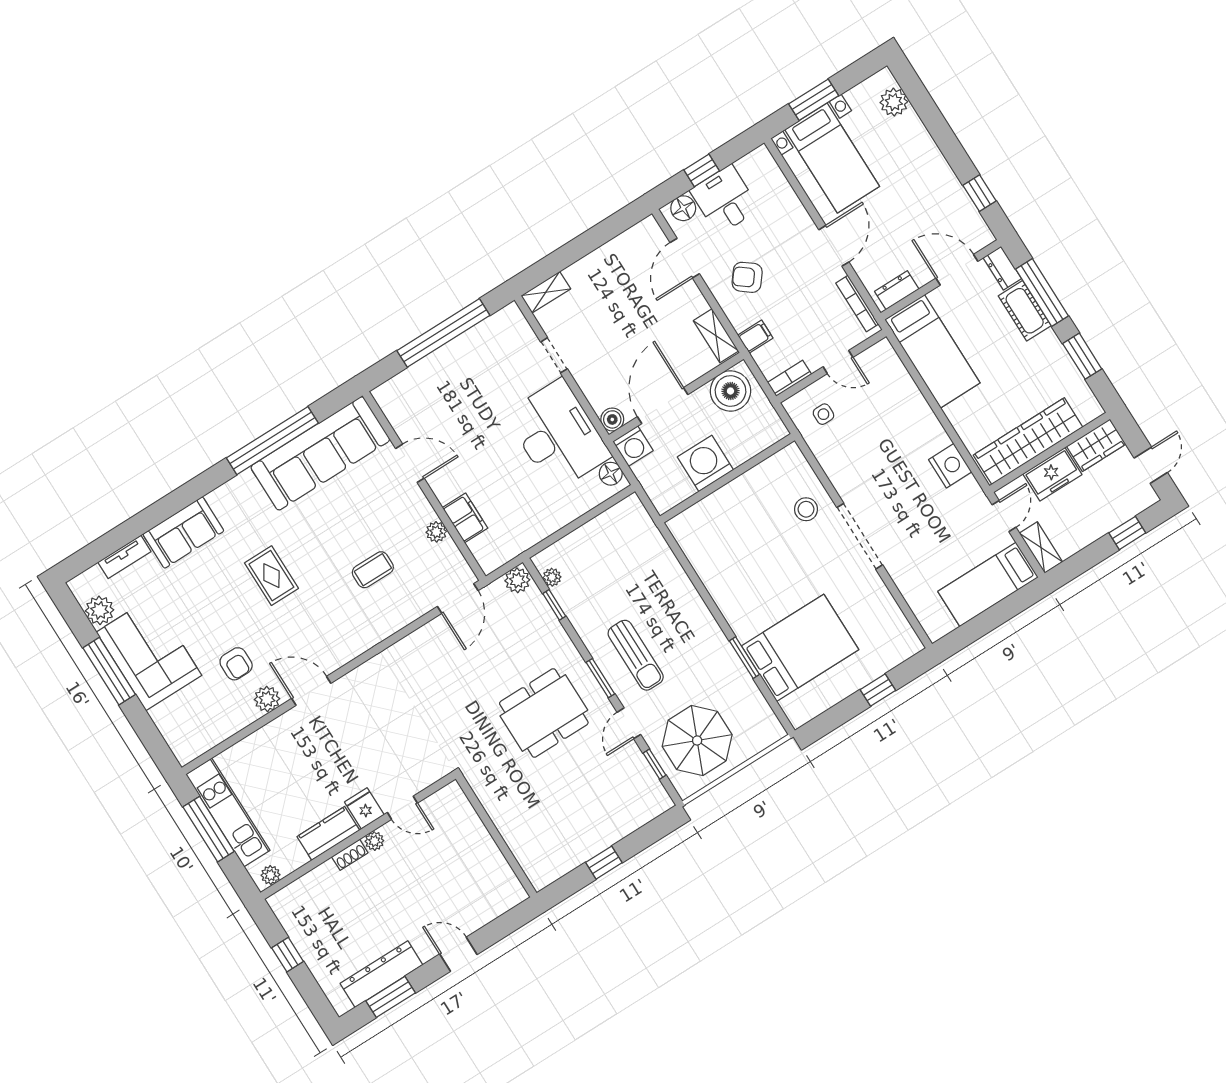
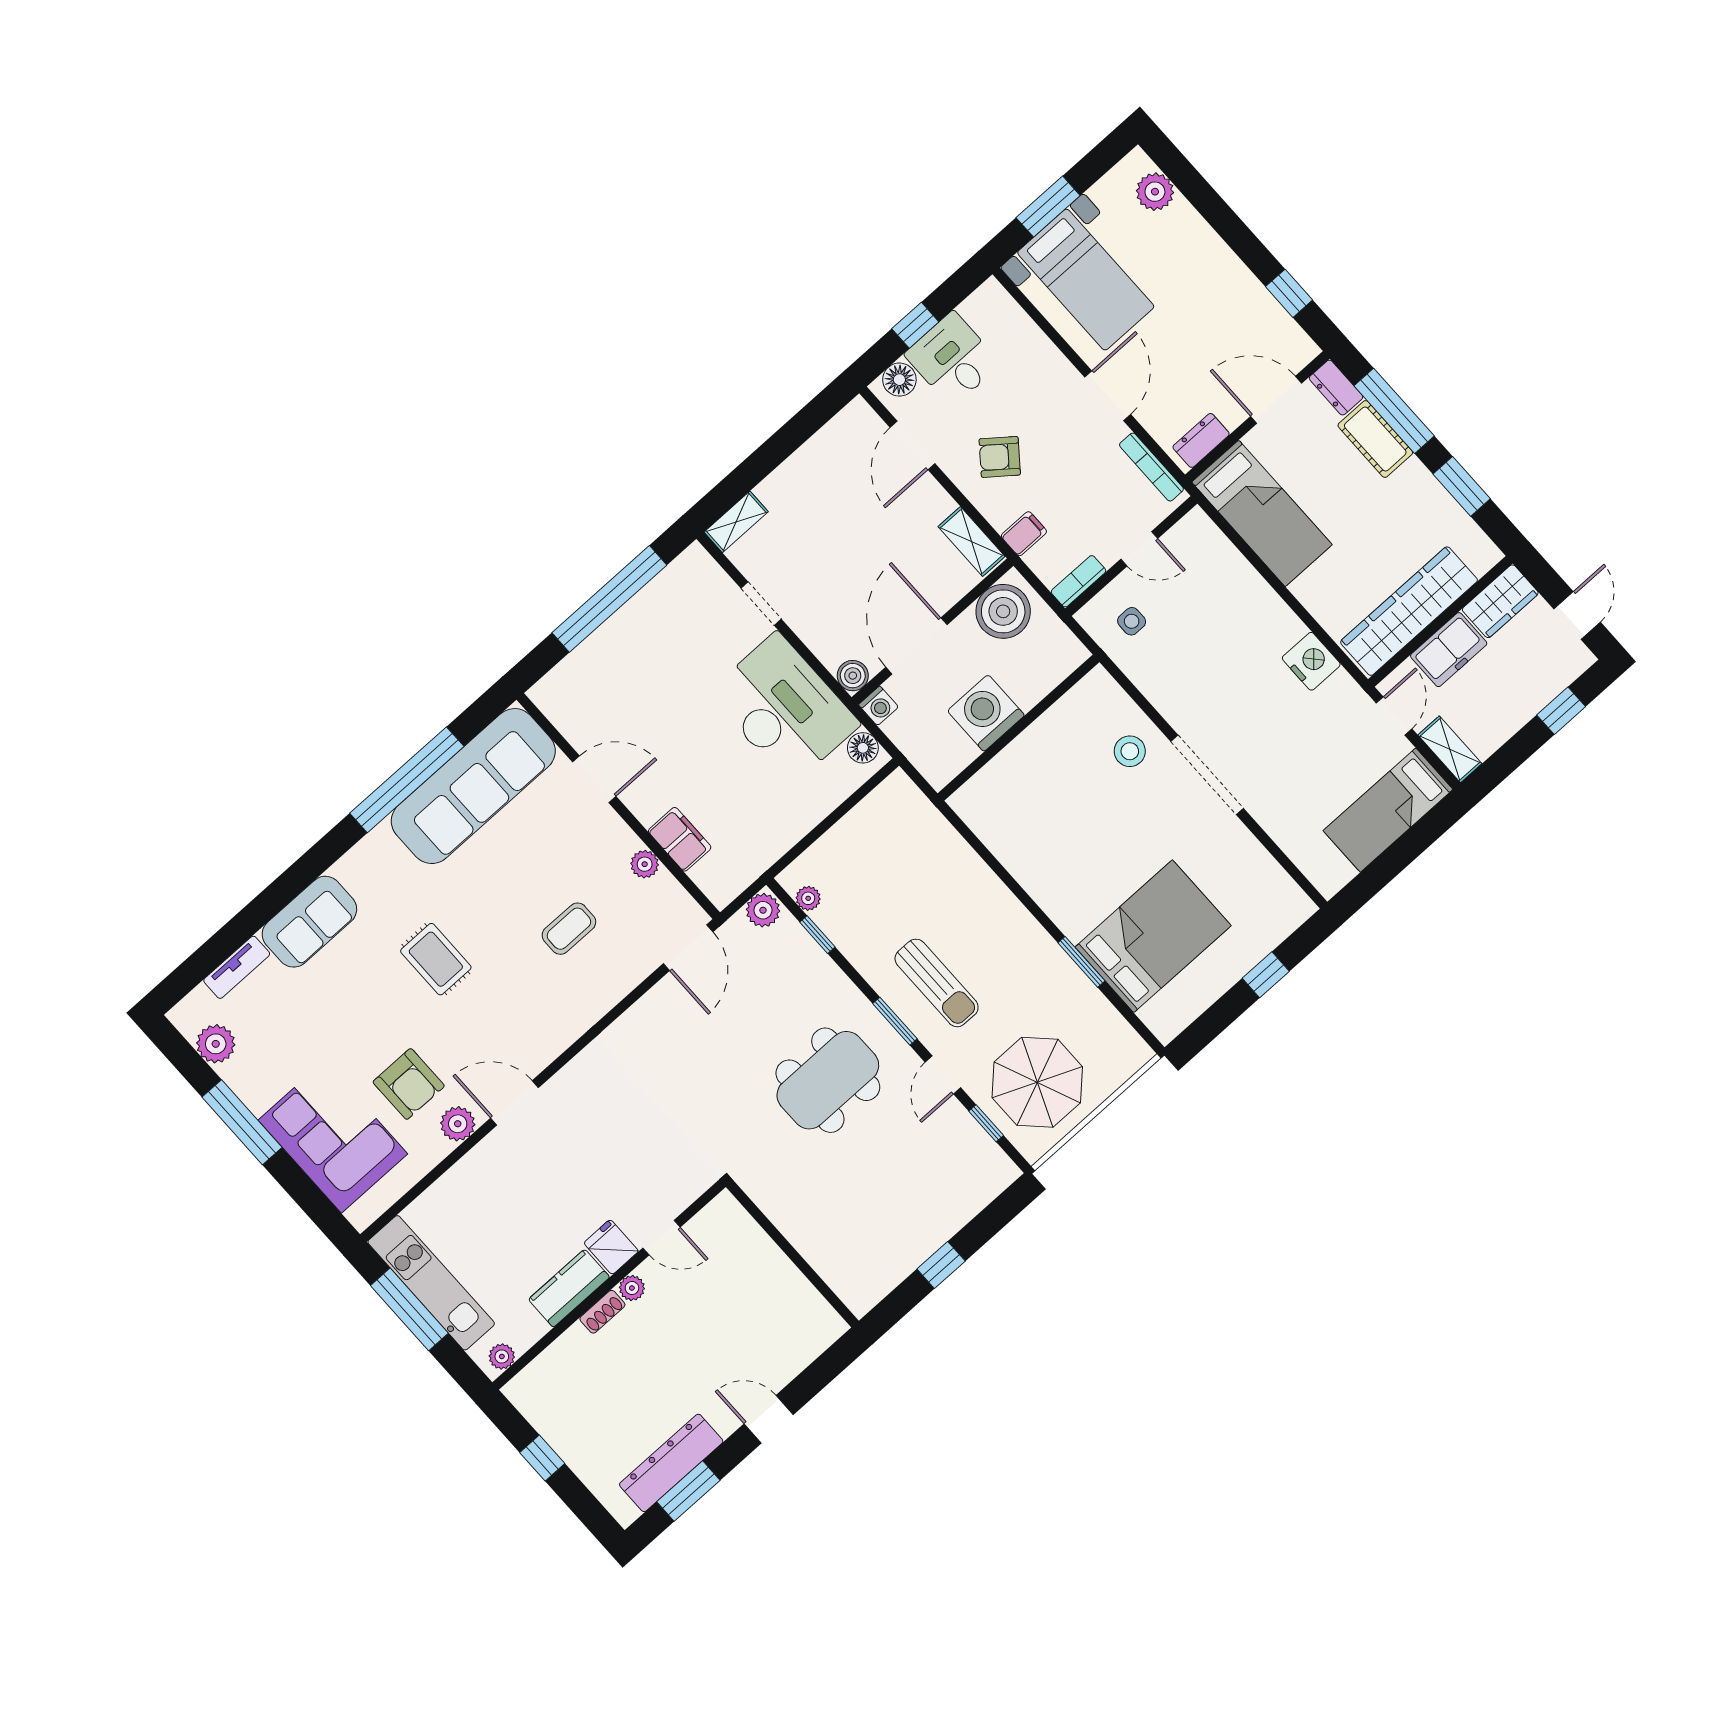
washing machine: (633, 446) -> (878, 706), width x0.73, depth x0.73
corner sofa: (149, 654) -> (333, 1137), moved
armchair: (236, 664) -> (409, 1084), width x1.38, depth x1.38

